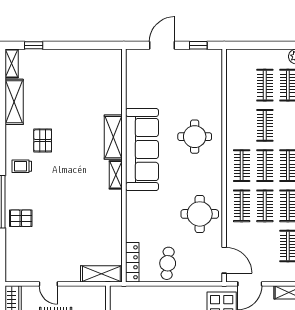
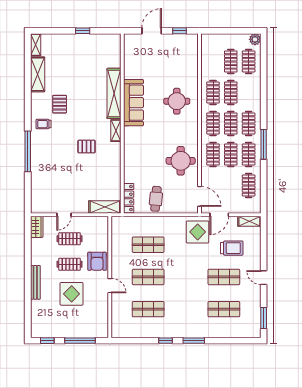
window: (34, 45) -> (83, 31), moved
clothes rail: (242, 125) -> (213, 92), added
shelving: (113, 137) -> (114, 93), width x1.47
sofa: (142, 149) -> (133, 103), width x0.74, depth x0.79
pallet: (21, 218) -> (87, 147), moved
door: (48, 284) -> (64, 215), hinge flipped

